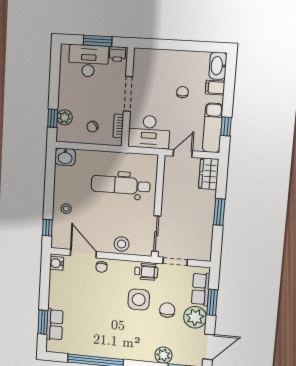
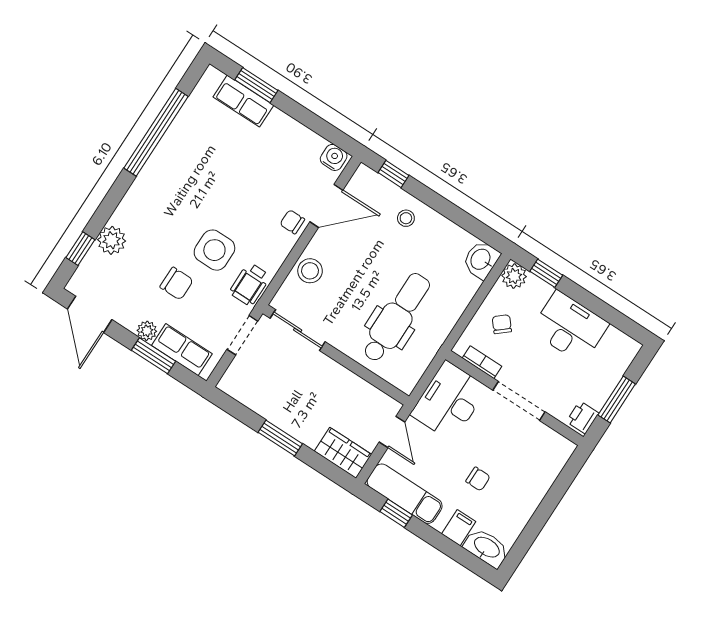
desk: (88, 61) -> (570, 327), moved, turned -90
plant: (65, 117) -> (514, 276), moved
plant: (195, 317) -> (147, 331), width x0.53, depth x0.53

